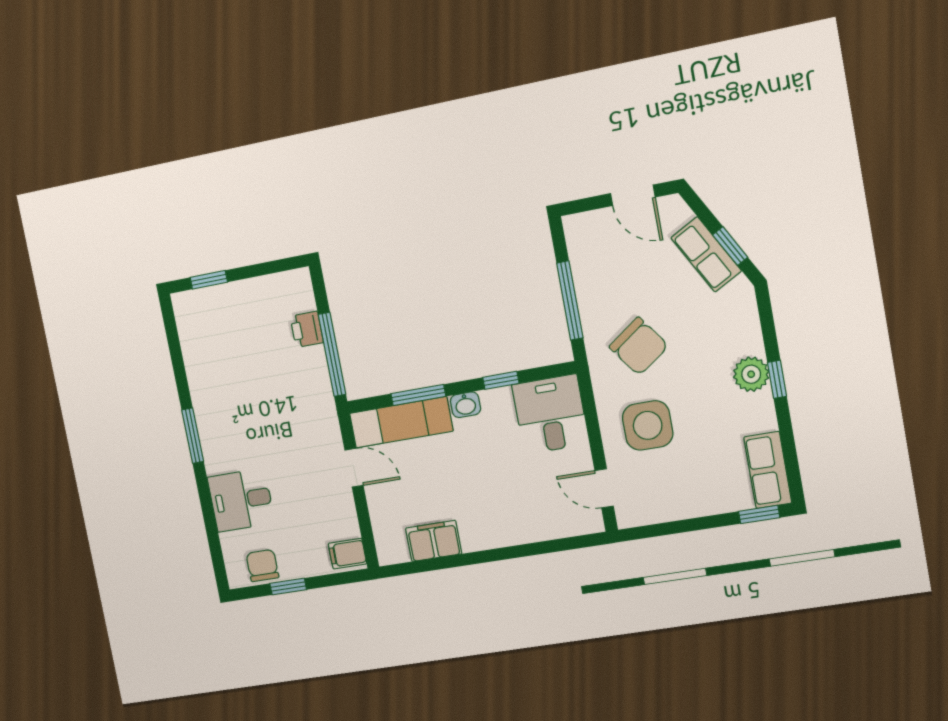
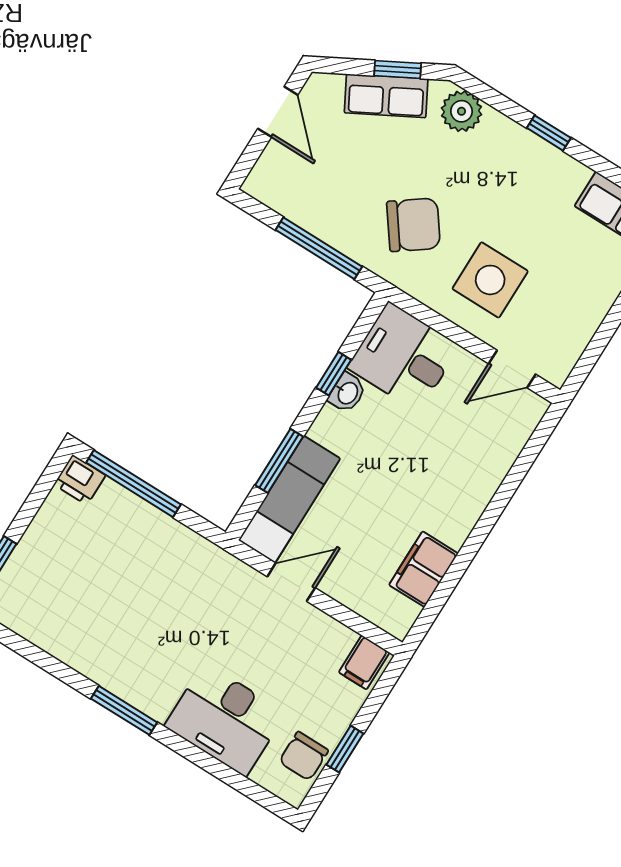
door: (633, 195) -> (278, 112), hinge flipped
printer: (307, 329) -> (80, 480), moved
window: (332, 354) -> (133, 484), moved
plant: (751, 374) -> (461, 111), moved
washbasin: (465, 405) -> (347, 393), moved
desk: (241, 500) -> (225, 720), width x1.37
chair: (262, 566) -> (304, 756), turned -90

